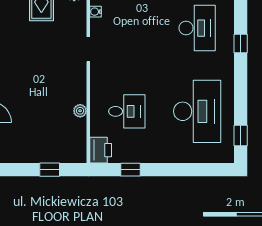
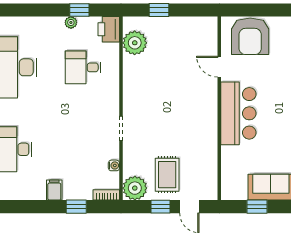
plant: (80, 111) -> (135, 43), moved, width x1.88, depth x1.88
plant: (139, 157) -> (71, 22), added

